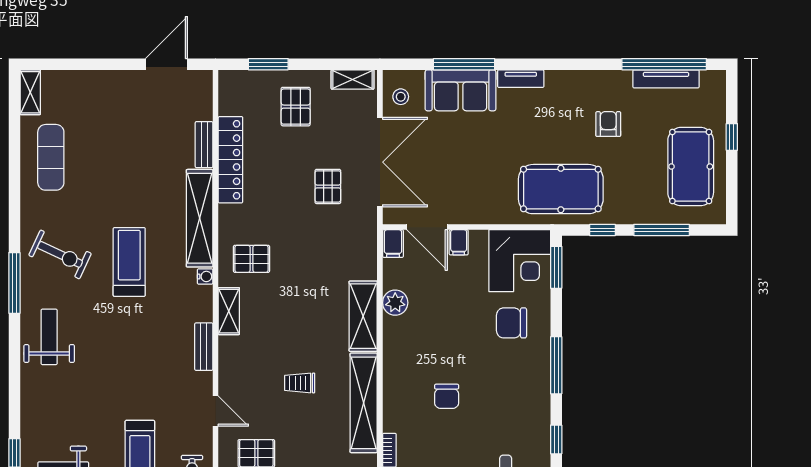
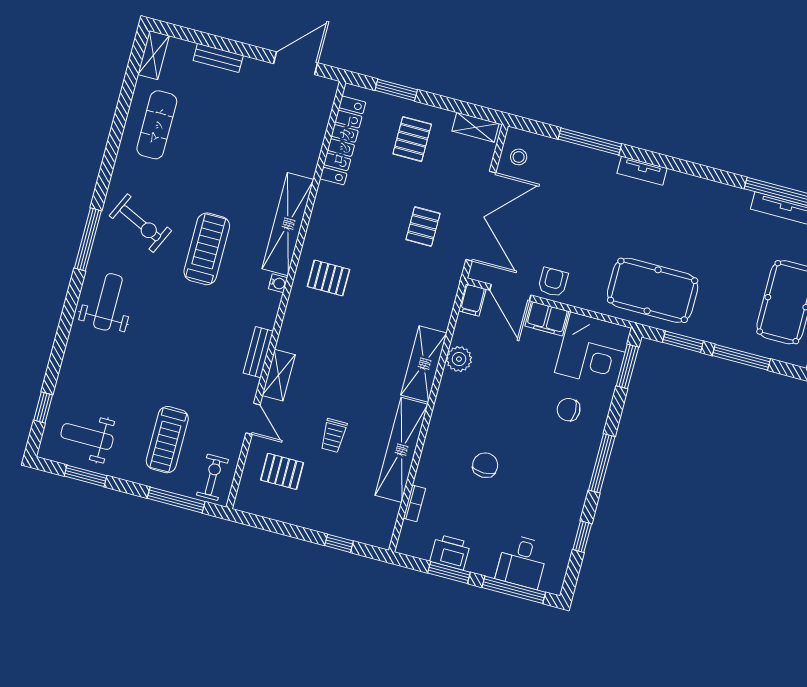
sofa: (461, 90) -> (579, 166), removed
armchair: (608, 124) -> (553, 282), moved
bench: (204, 145) -> (218, 58), moved, turned 90
locker: (230, 160) -> (343, 140), moved
window: (602, 230) -> (683, 342), width x1.50
filing cabinet: (459, 242) -> (547, 319), width x2.00
shelving: (229, 311) -> (279, 375), moved
chair: (511, 323) -> (569, 410), width x0.73, depth x0.73
trolley: (300, 383) -> (334, 436), moved, turned -90
chair: (447, 396) -> (485, 465), turned 180

